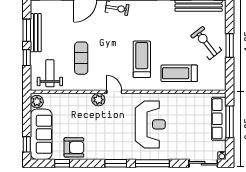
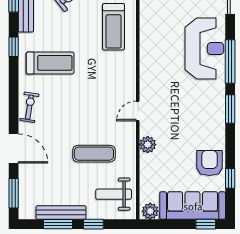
treadmill: (142, 59) -> (50, 63), moved, turned 180
plant: (98, 100) -> (148, 145), moved
reception desk: (150, 124) -> (204, 49), moved, turned 90

